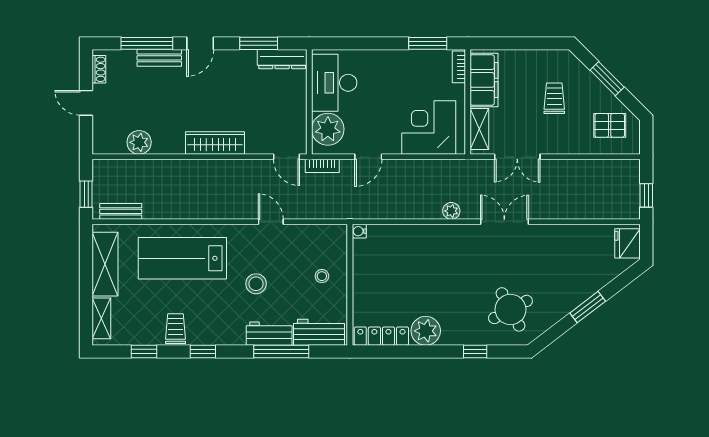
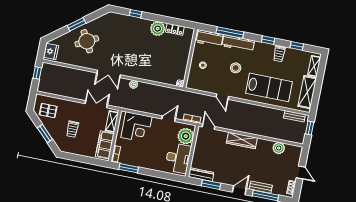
round table: (510, 309) -> (87, 41), moved
workbench: (269, 334) -> (238, 43), width x1.38
locker: (381, 336) -> (175, 29), width x0.66

